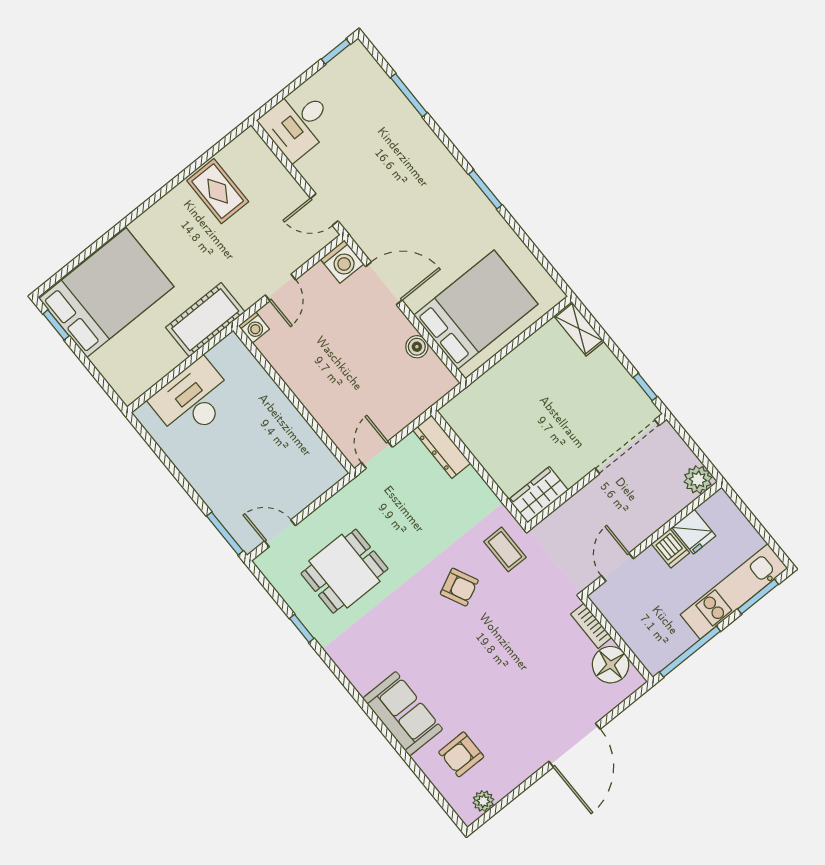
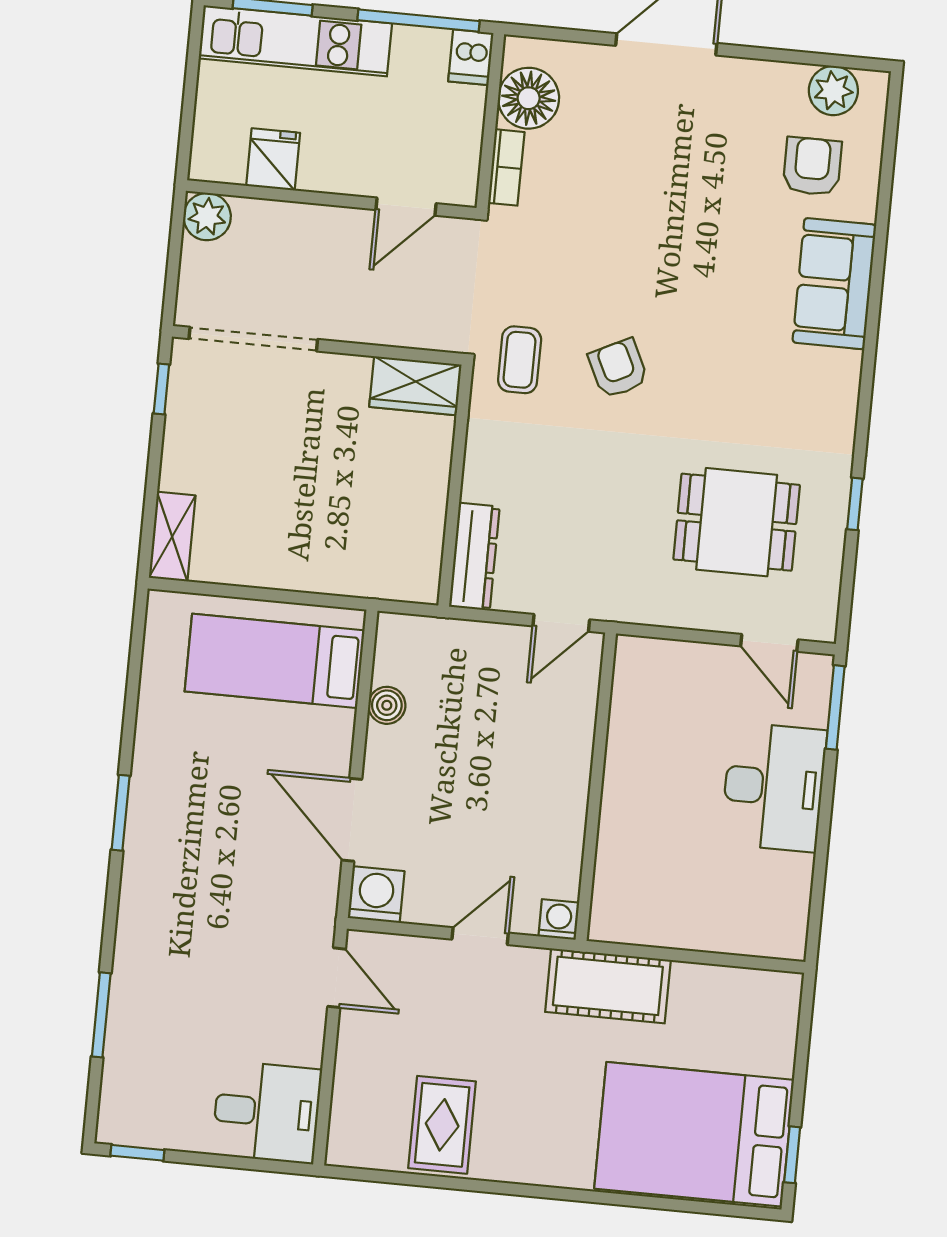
bed: (476, 310) -> (275, 661), width x0.67
desk: (193, 400) -> (774, 787), moved, turned -90
dishwasher: (670, 548) -> (471, 57), moved, turned 180
armchair: (461, 754) -> (812, 166), turned -90
plant: (483, 801) -> (833, 91), width x1.38, depth x1.38

